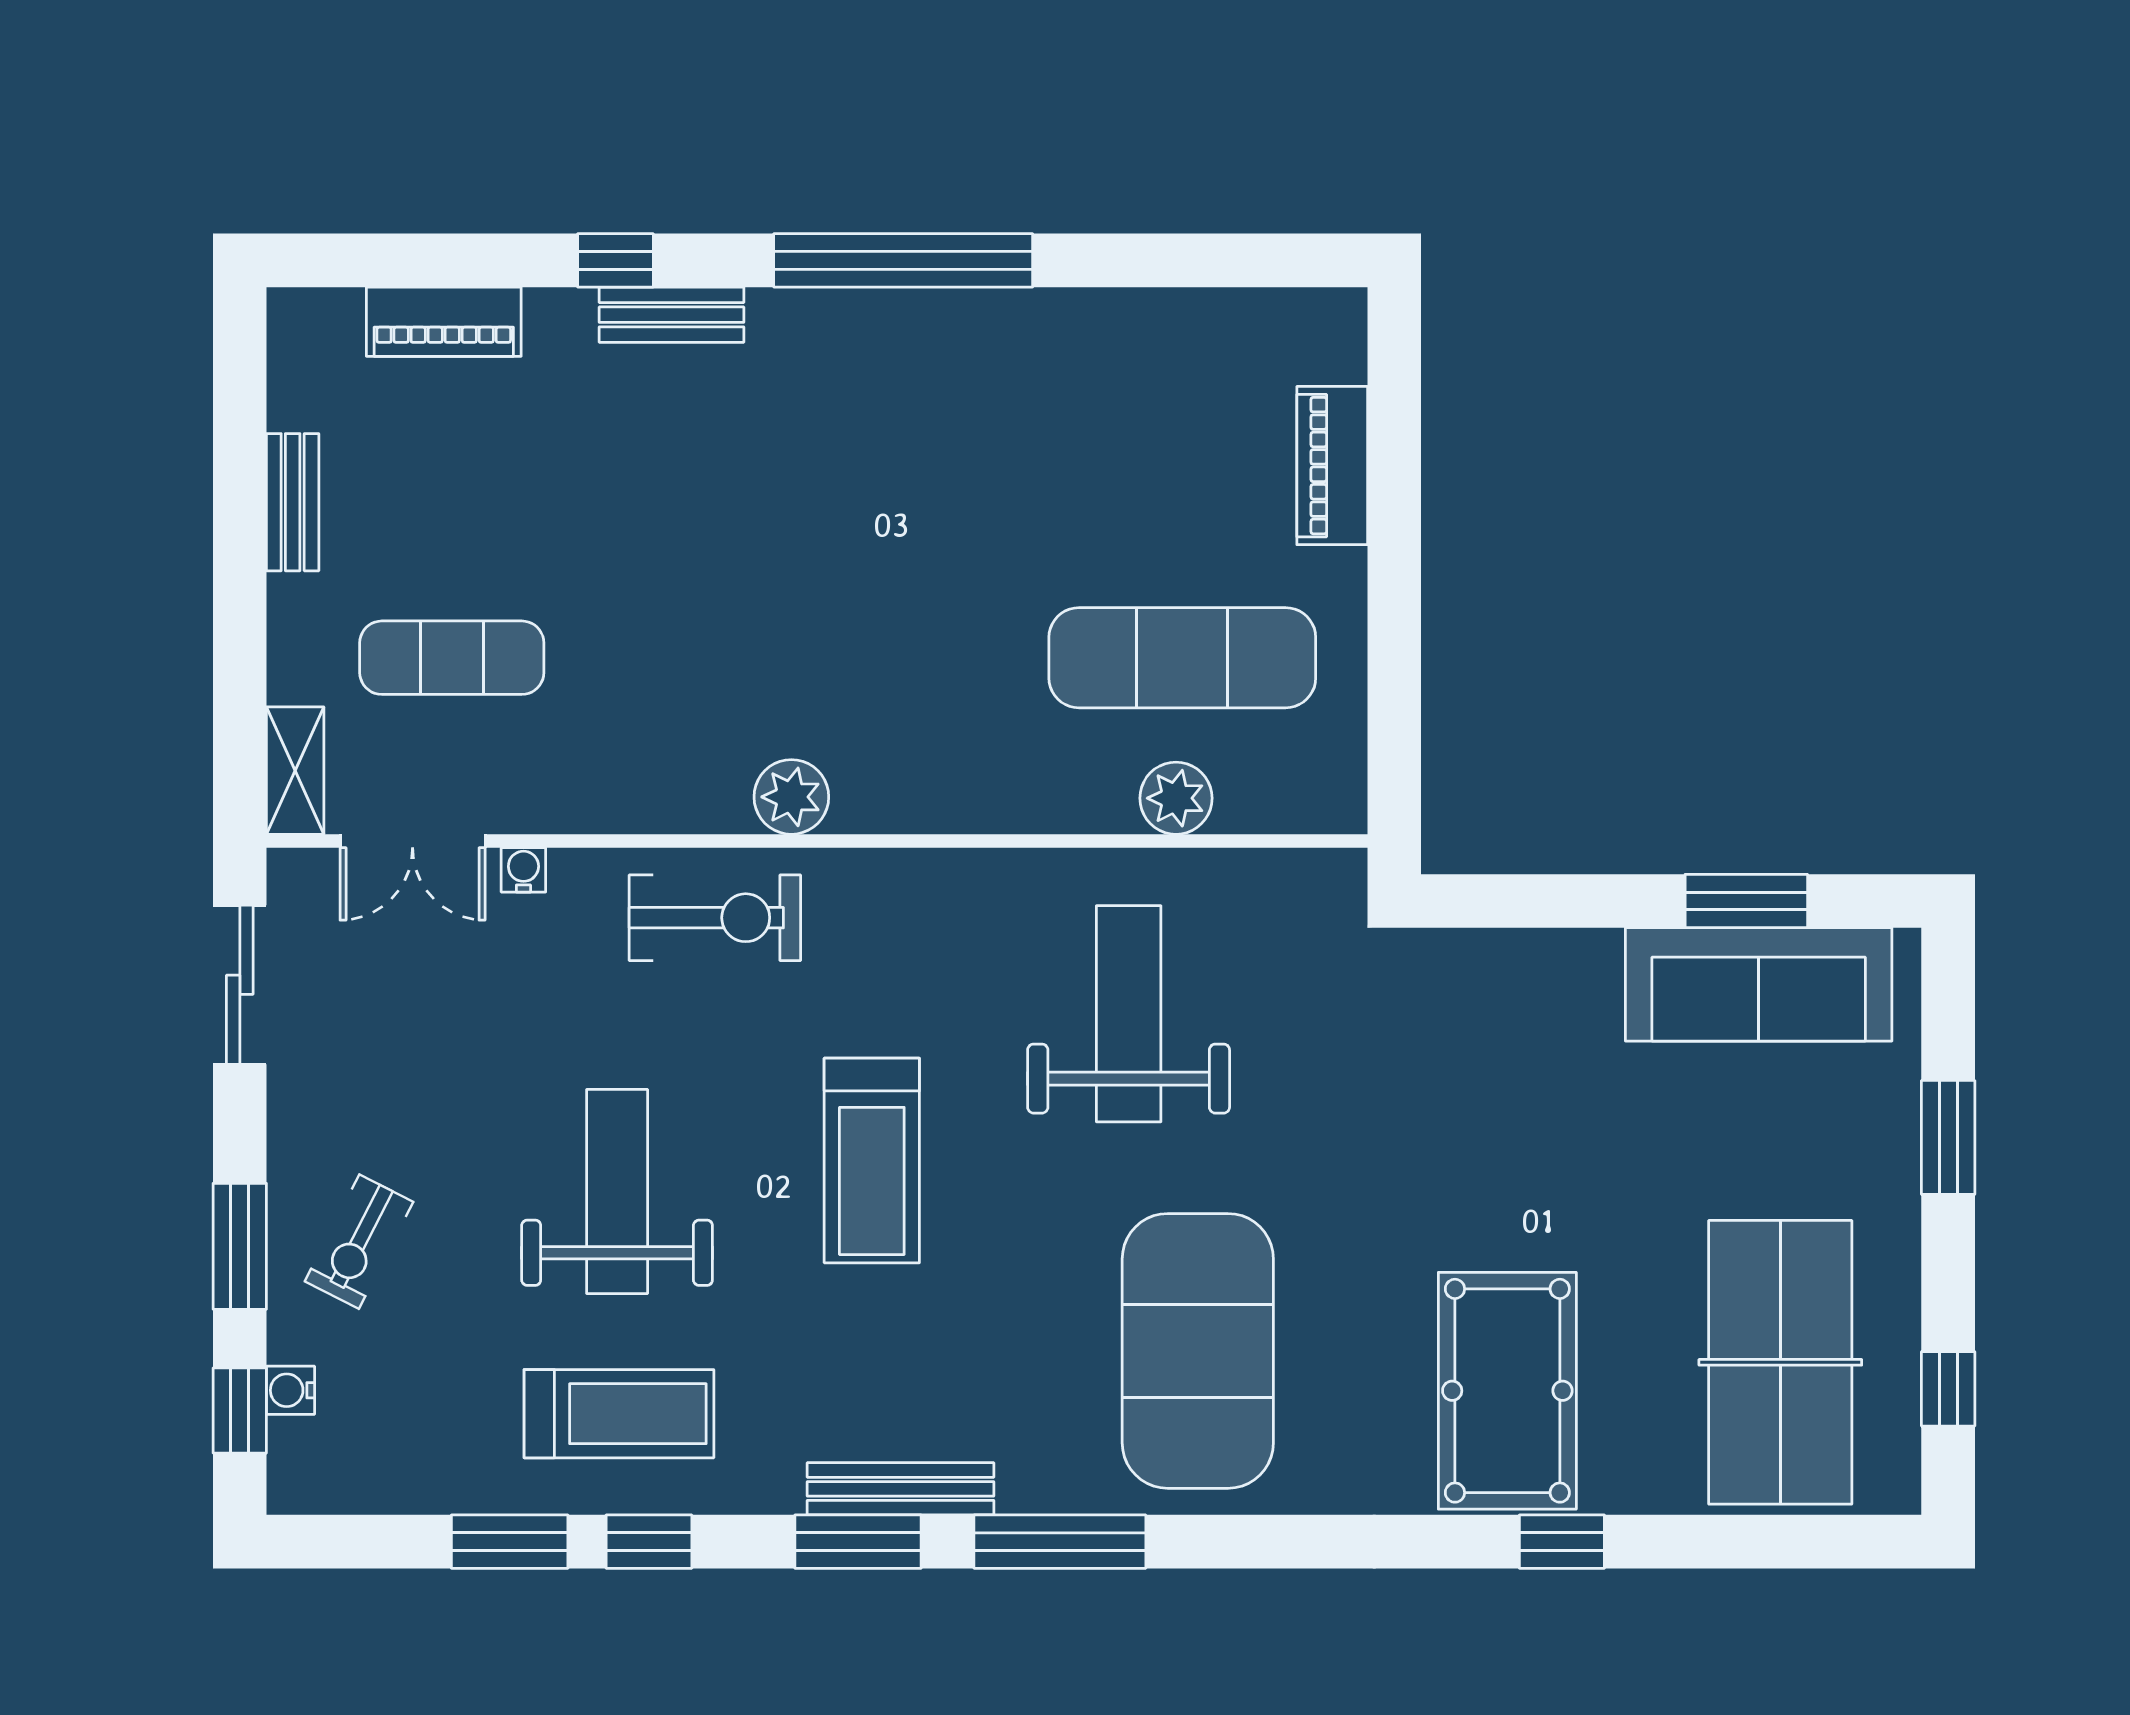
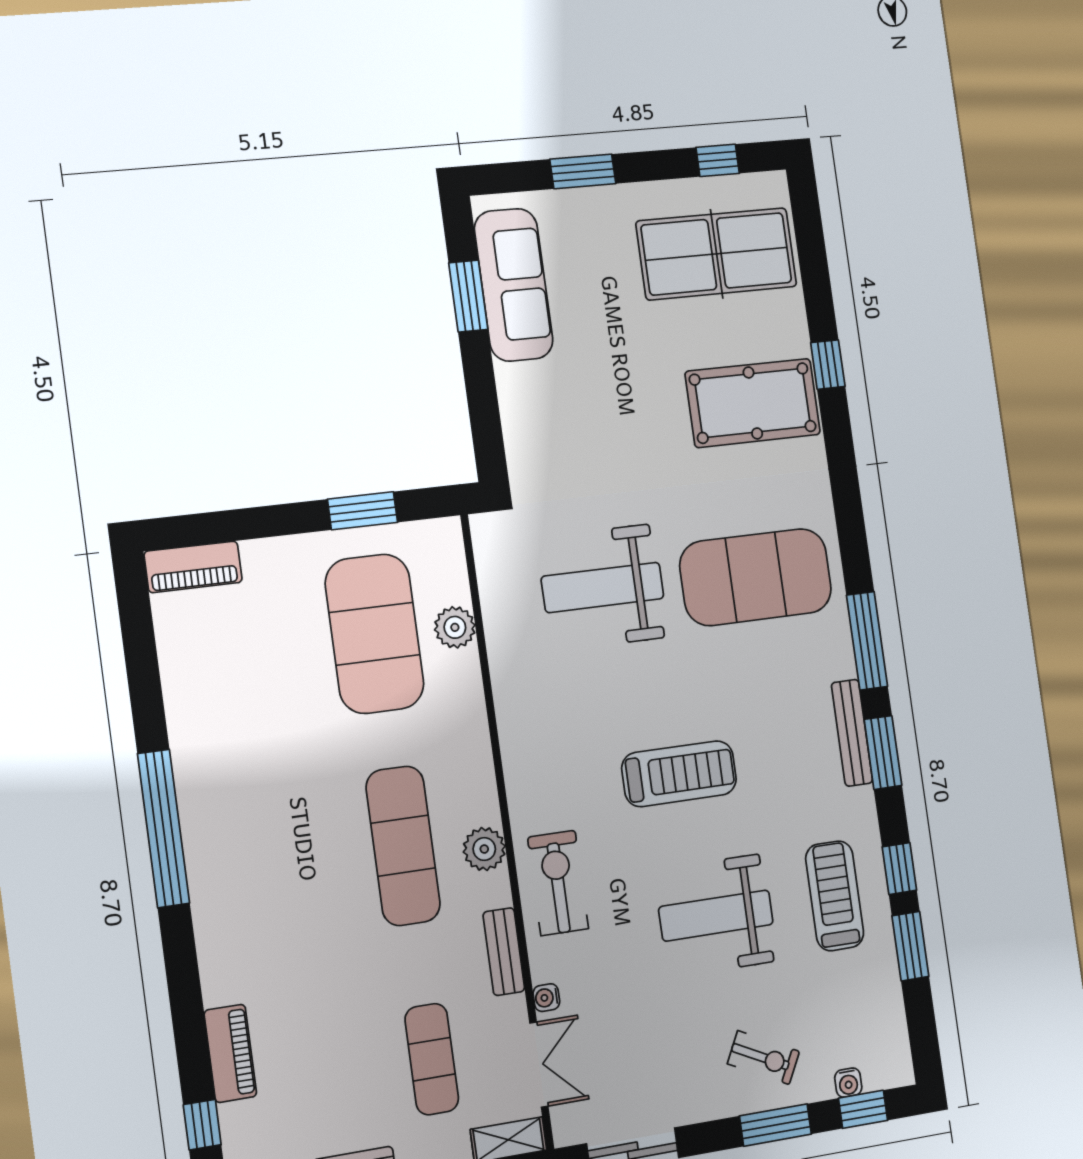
window: (615, 260) -> (202, 1125), moved
bench: (672, 315) -> (504, 952), moved
piano: (444, 322) -> (230, 1053), moved
piano: (1332, 466) -> (193, 567), moved
exercise mat: (817, 658) -> (403, 846), added
exercise mat: (1182, 658) -> (375, 634), width x1.47
window: (1394, 666) -> (363, 511), added
weight bench: (1129, 1014) -> (603, 587), moved

